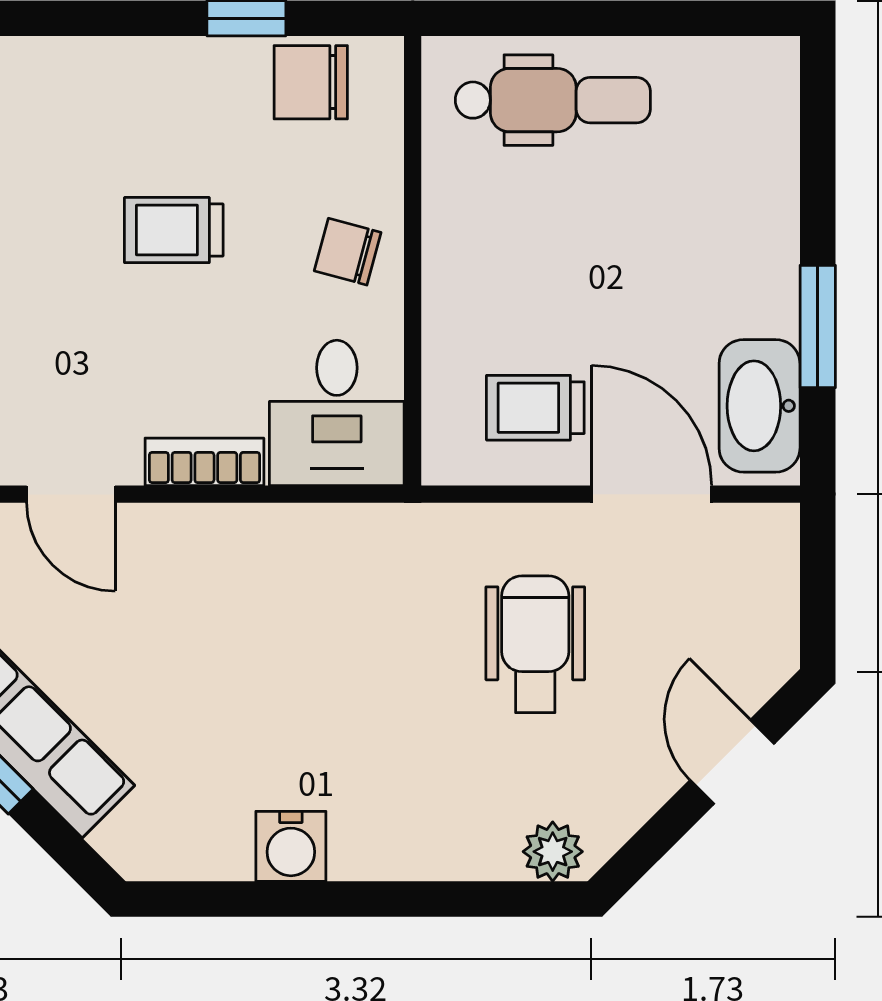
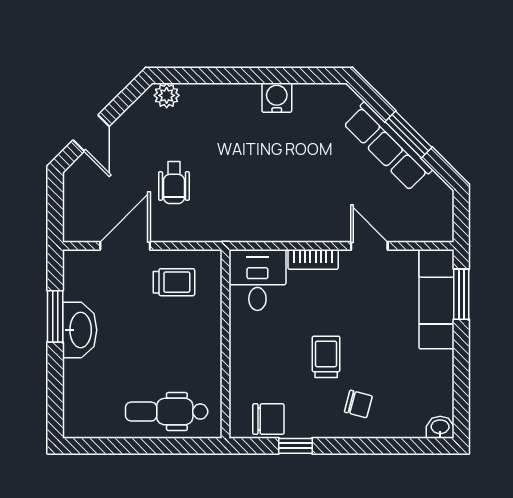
trolley: (174, 230) -> (326, 357), turned -90
chair: (348, 252) -> (358, 404), moved
washbasin: (760, 406) -> (80, 330), moved
door: (652, 494) -> (125, 246), swing flipped
wheelchair: (535, 644) -> (174, 183), width x0.73, depth x0.73

